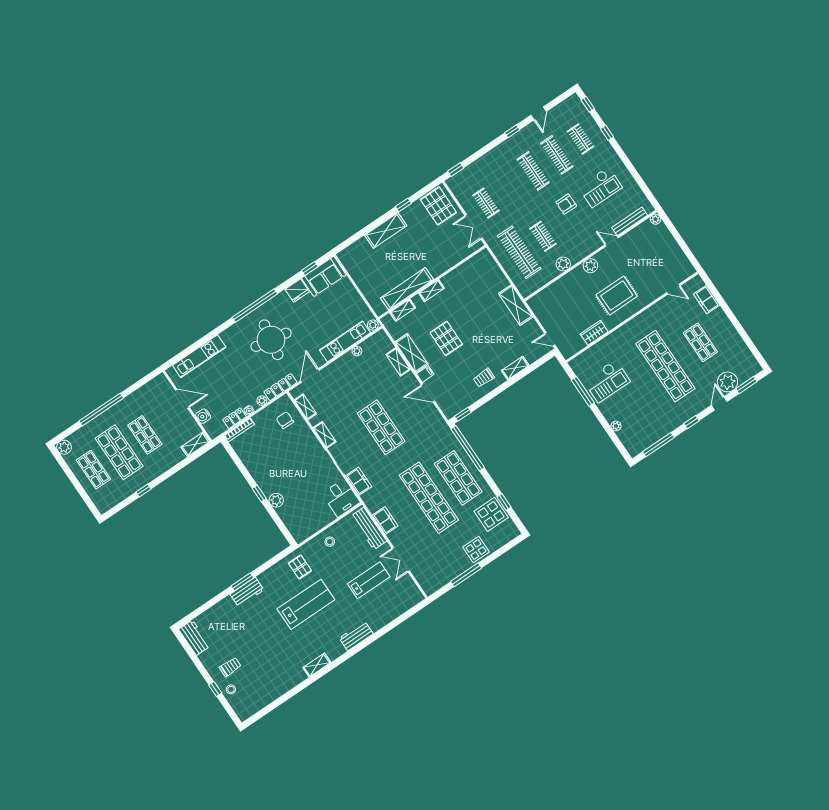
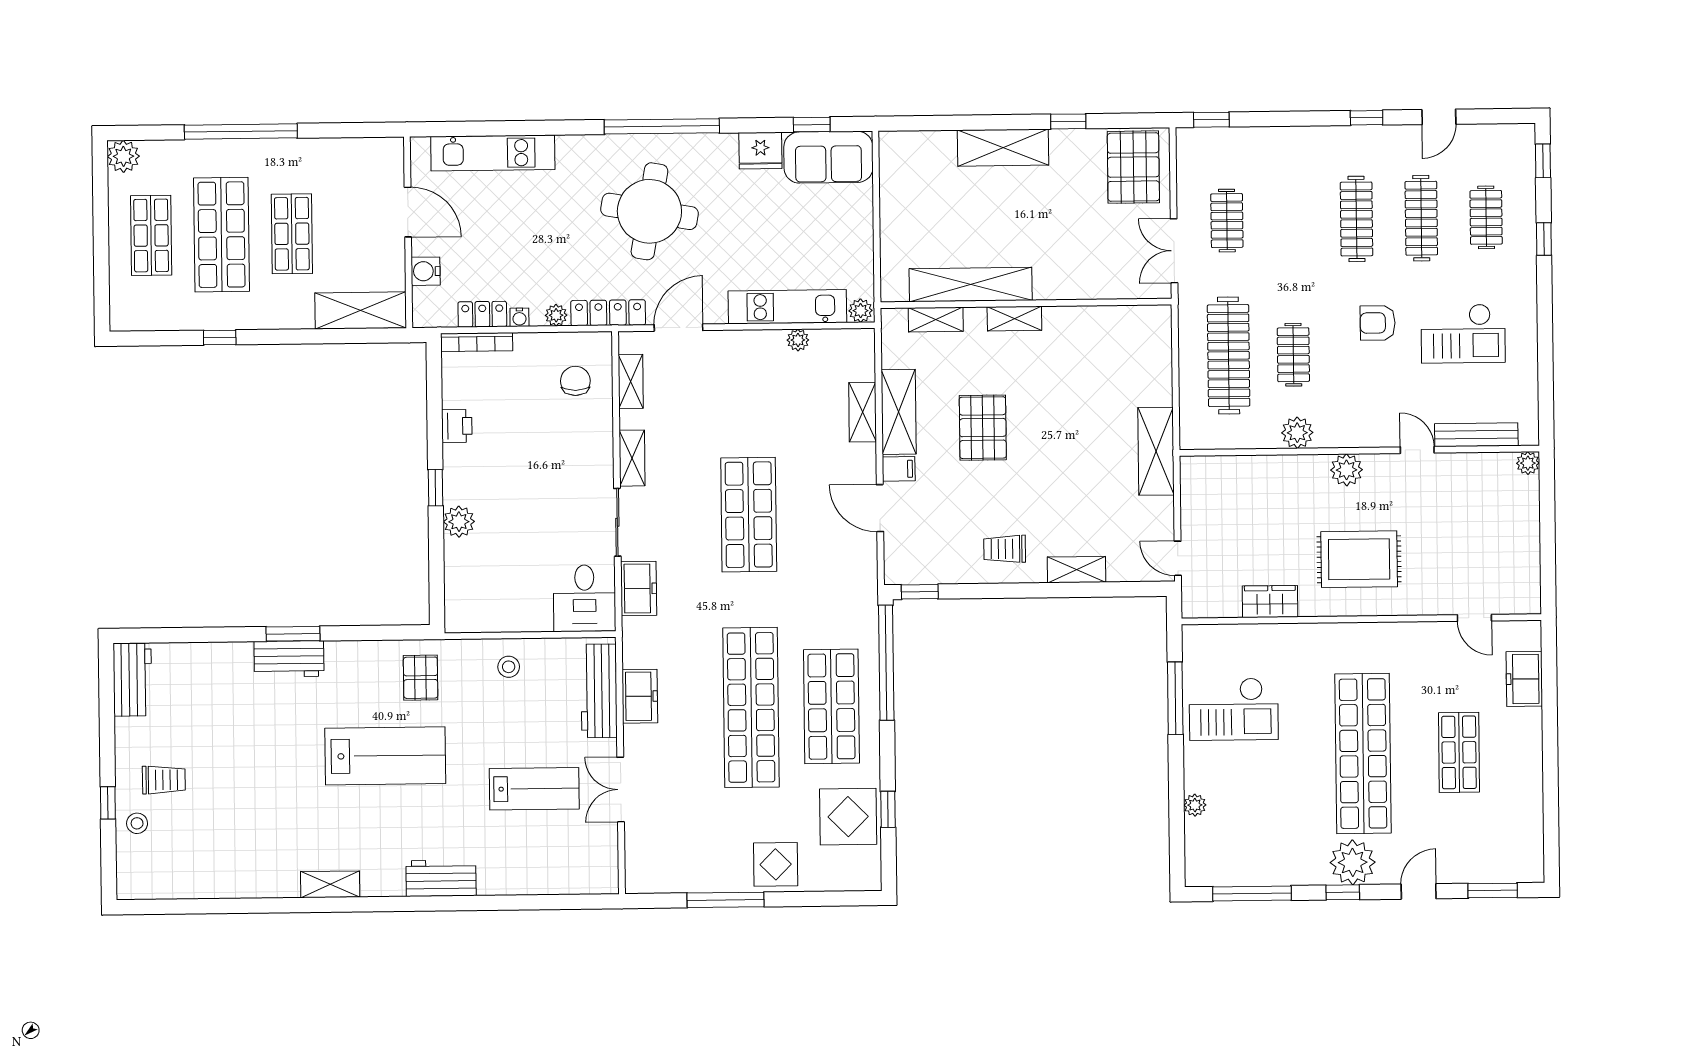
plant: (727, 382) -> (1353, 862), moved
shelving: (195, 444) -> (361, 310), width x1.50, depth x1.33
printer: (252, 466) -> (457, 426), added

